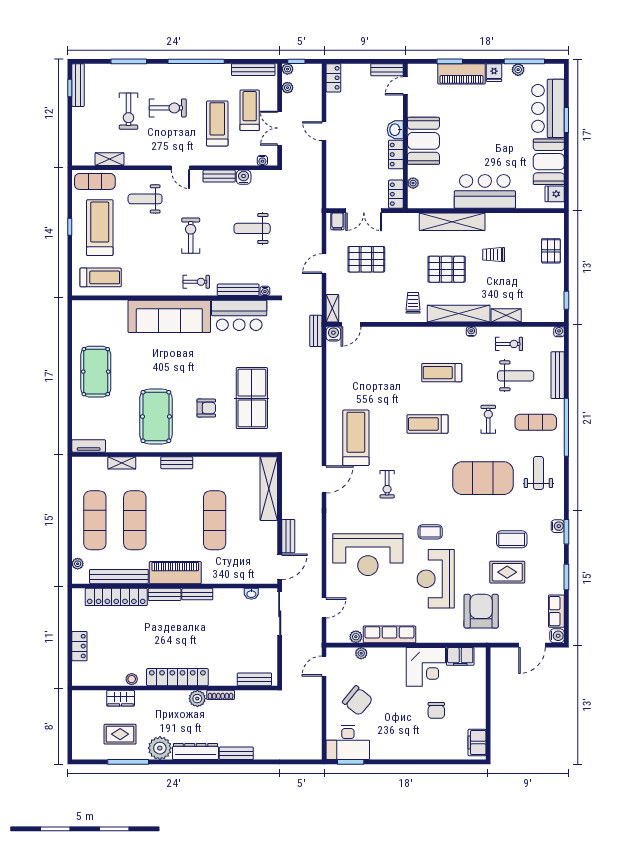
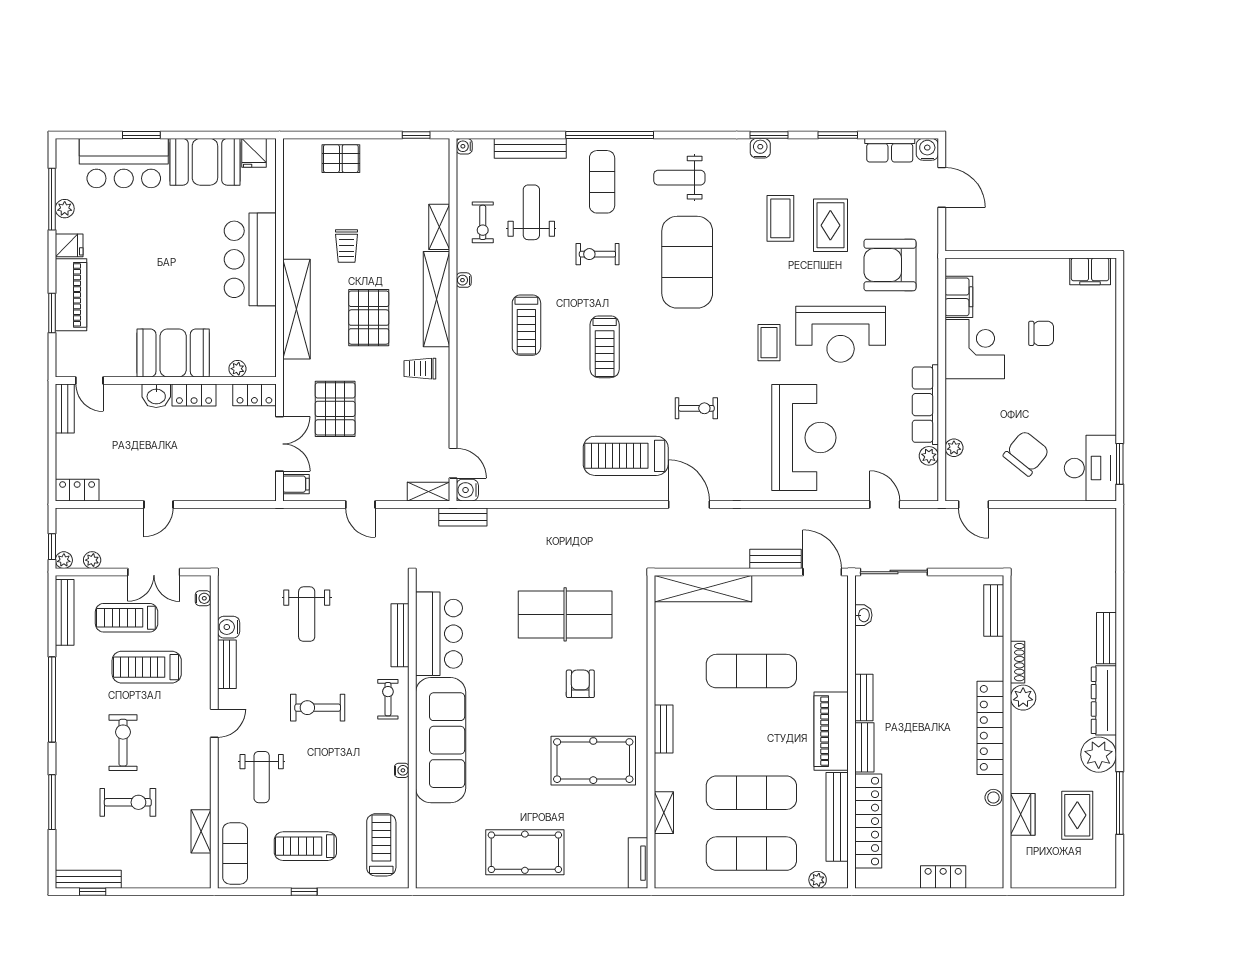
treadmill: (100, 228) -> (305, 846), width x0.73, depth x0.73
pallet: (366, 259) -> (335, 409), moved
water cooler: (265, 291) -> (402, 770), moved
exercise bike: (509, 344) -> (483, 222), turned 180

